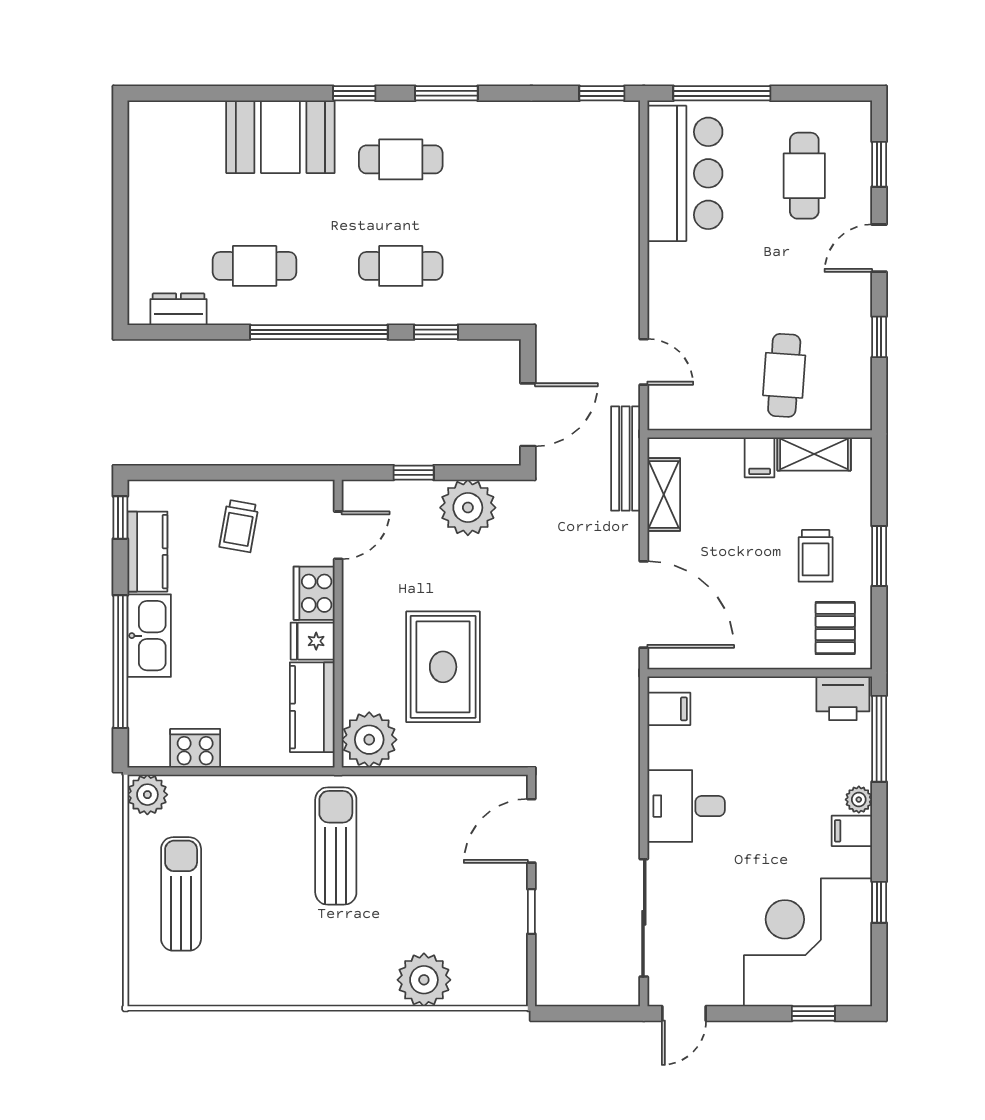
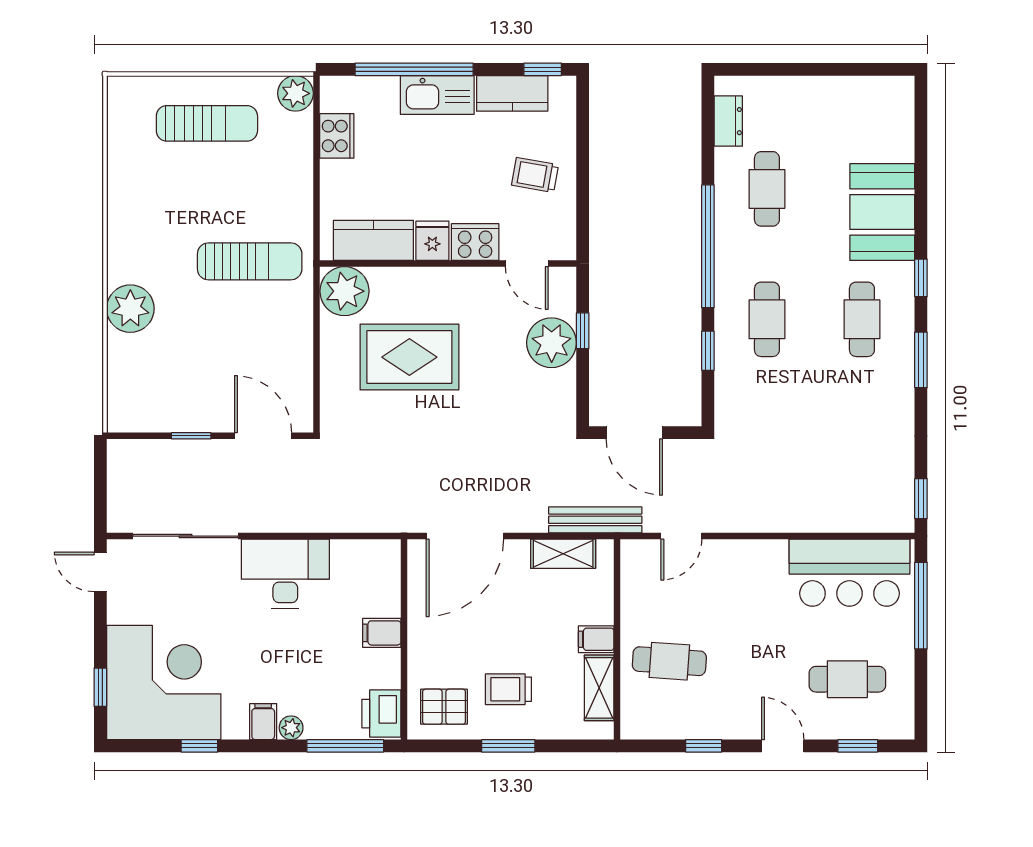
plant: (468, 508) -> (552, 343), moved
filing cabinet: (669, 709) -> (382, 633), moved, turned 90
desk: (686, 806) -> (285, 574), width x1.37
plant: (424, 980) -> (130, 309), moved

